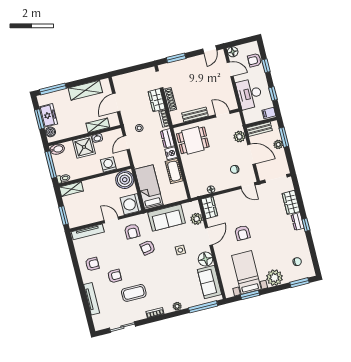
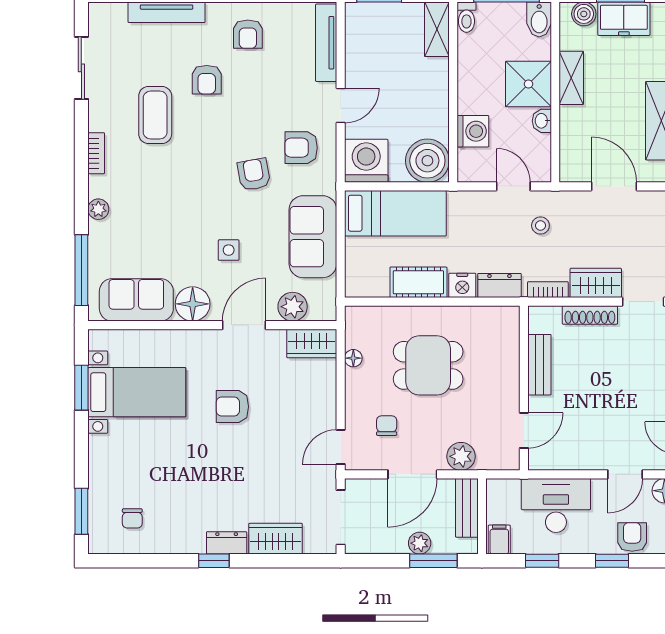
shelving: (98, 125) -> (571, 78), moved
dining table: (193, 140) -> (428, 365), moved, turned 90
door: (209, 236) -> (244, 325), swing flipped
plant: (274, 278) -> (108, 456), removed

